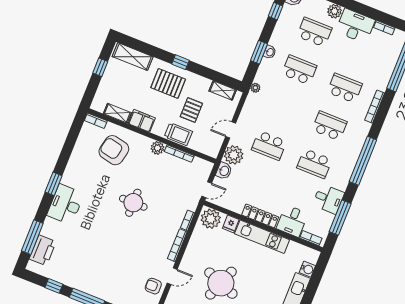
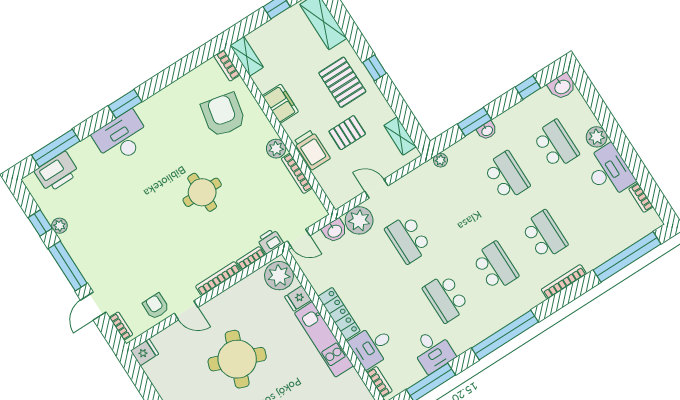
shelving: (117, 113) -> (247, 56), moved
printer: (192, 203) -> (270, 241), added
plant: (66, 280) -> (59, 226), added

